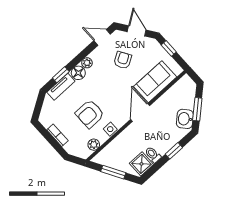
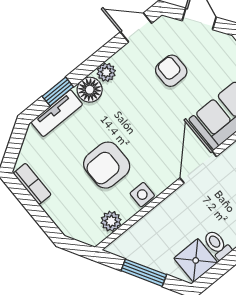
armchair: (123, 60) -> (171, 71), turned -59
bookcase: (57, 135) -> (32, 184), moved

